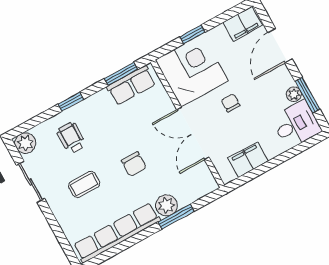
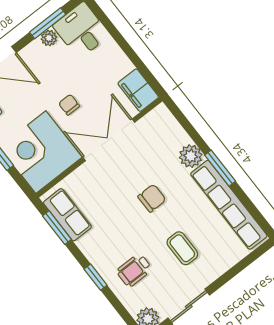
chair: (231, 103) -> (69, 105), turned 90
double door: (193, 134) -> (109, 140), swing flipped
filing cabinet: (248, 160) -> (138, 90), moved
window: (176, 217) -> (220, 168), moved

